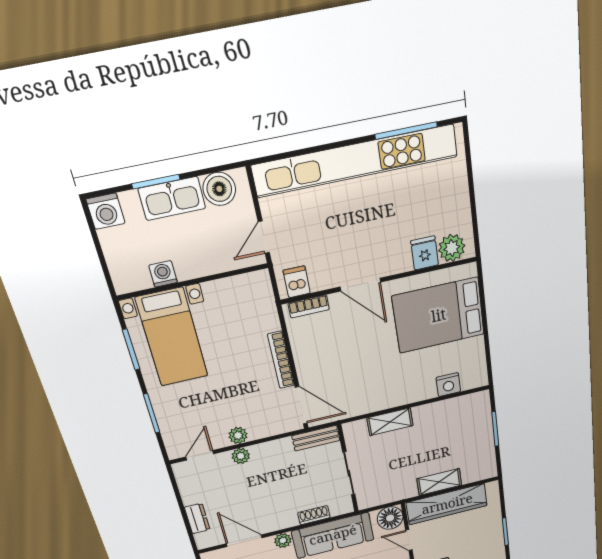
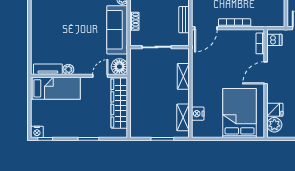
bench: (316, 438) -> (184, 20), moved
shelving: (439, 482) -> (183, 117), moved

